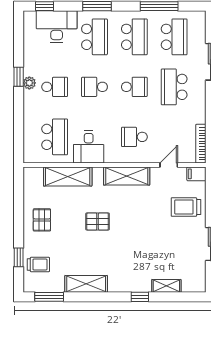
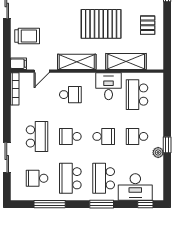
school desk: (174, 37) -> (37, 178), width x0.54
plant: (29, 83) -> (158, 152), moved
pallet: (98, 221) -> (101, 24), width x2.05, depth x2.00

